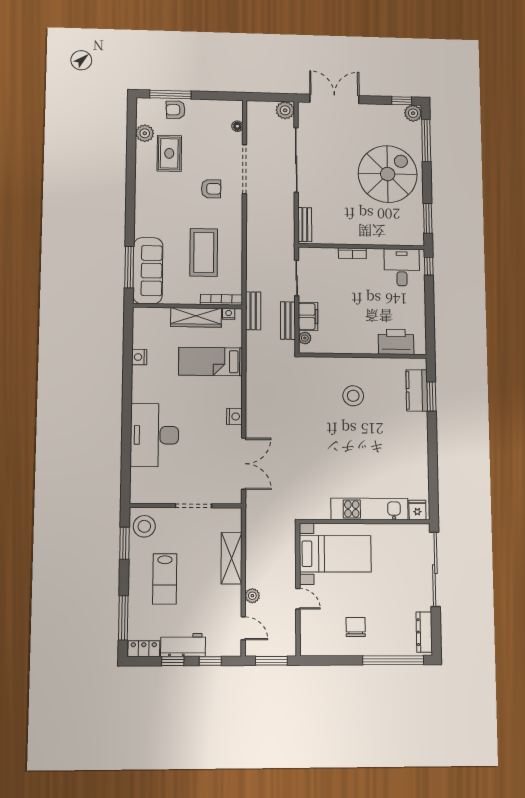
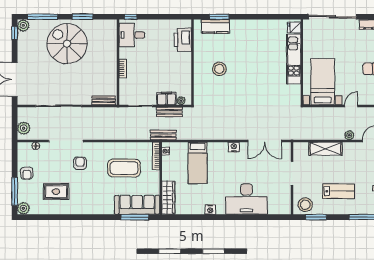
armchair: (176, 110) -> (27, 173), moved
plant: (285, 110) -> (24, 128), moved
plant: (145, 133) -> (23, 208), moved
window: (428, 218) -> (83, 17), moved
wardrobe: (196, 317) -> (168, 197), moved
nightstand: (139, 357) -> (210, 210), moved
double door: (244, 464) -> (265, 141), swing flipped

